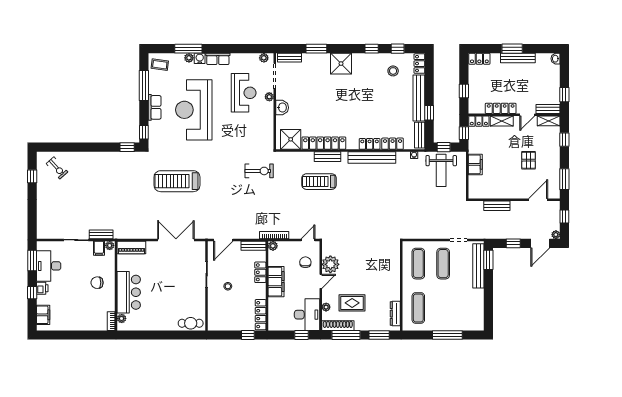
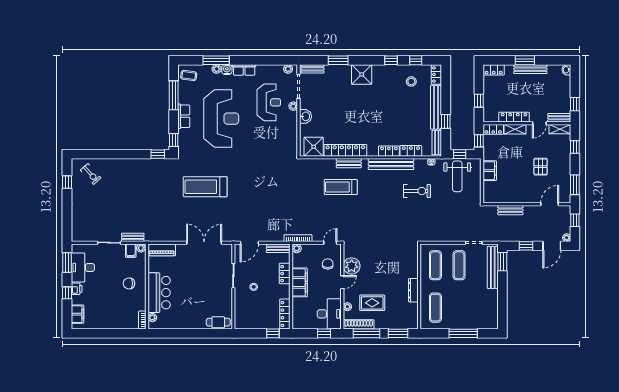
reception desk: (194, 110) -> (221, 119), turned 180
exercise bike: (259, 171) -> (417, 191), moved
dresser: (395, 314) -> (413, 290), moved

